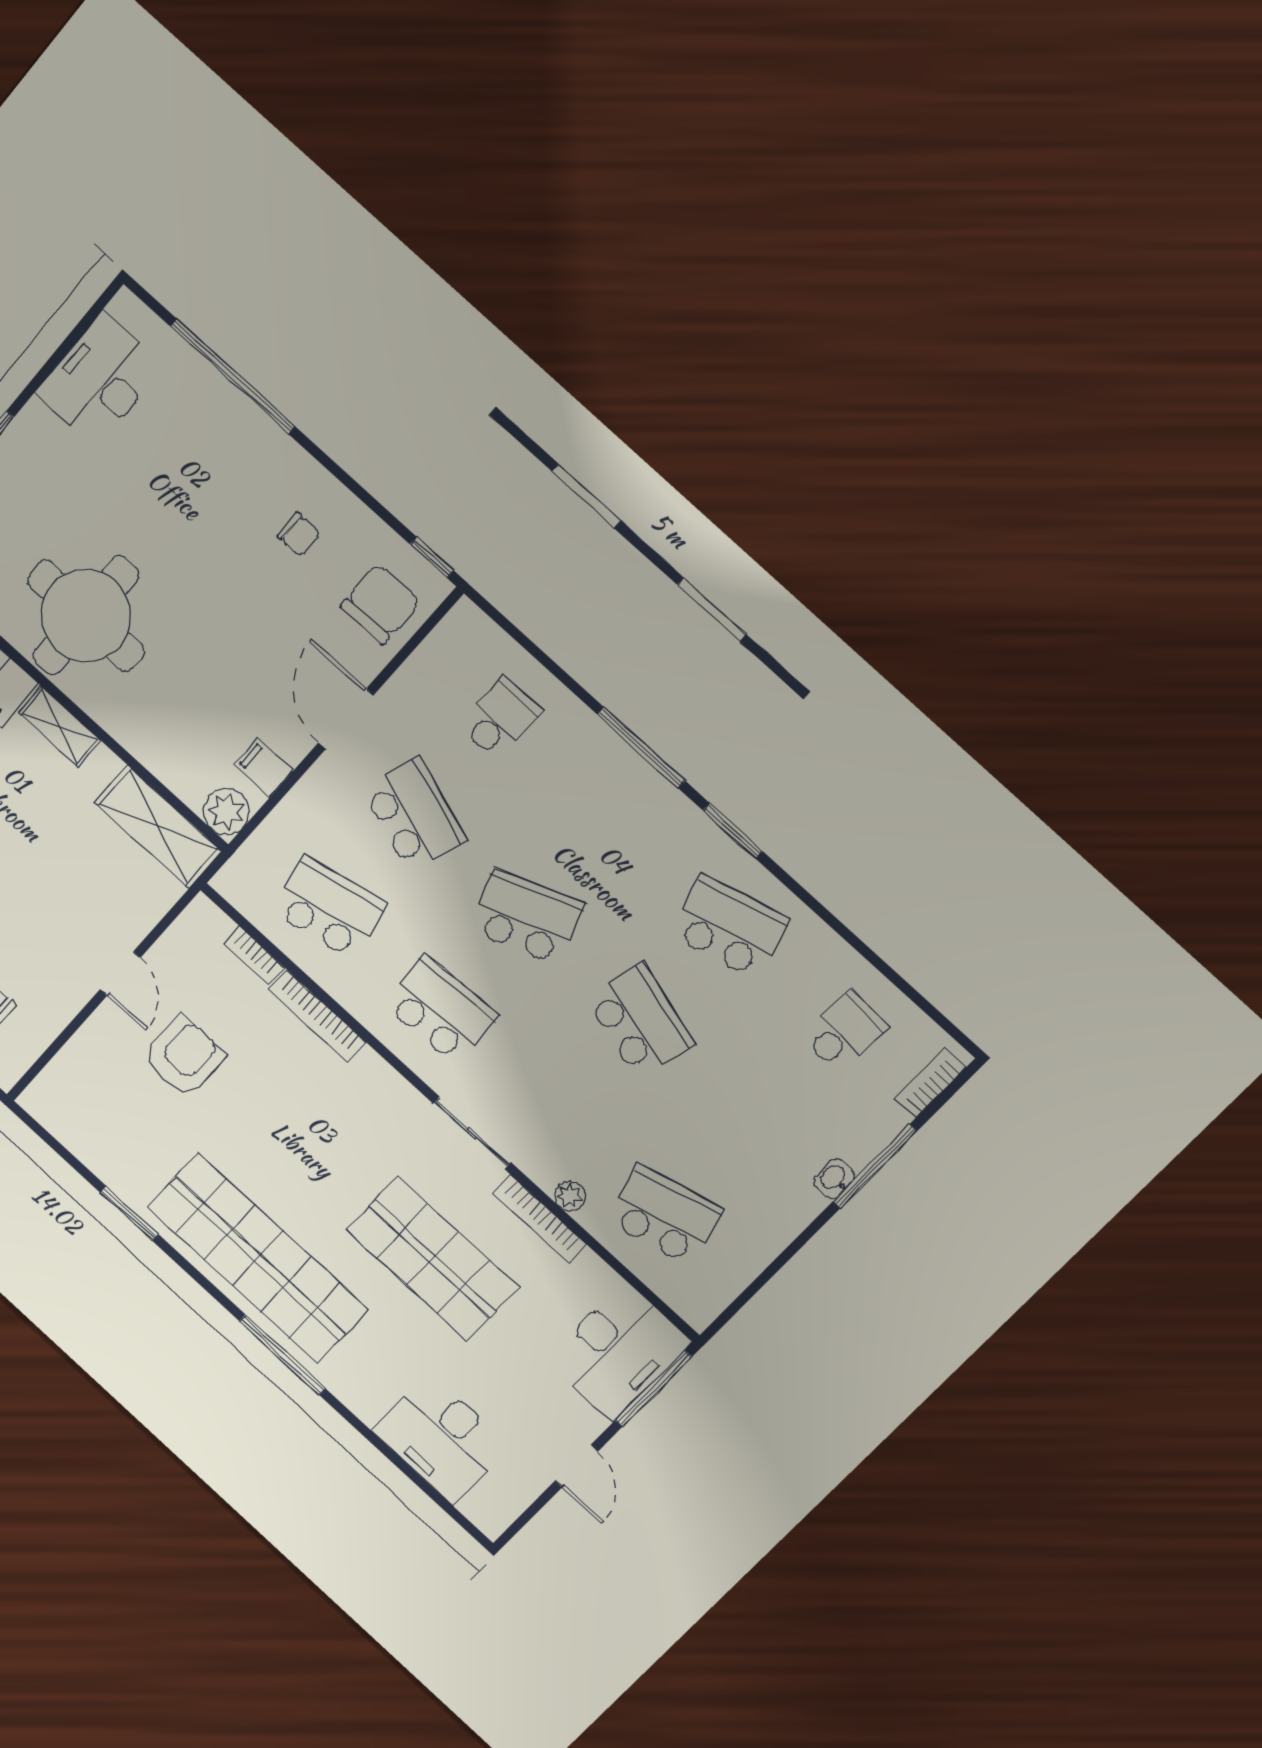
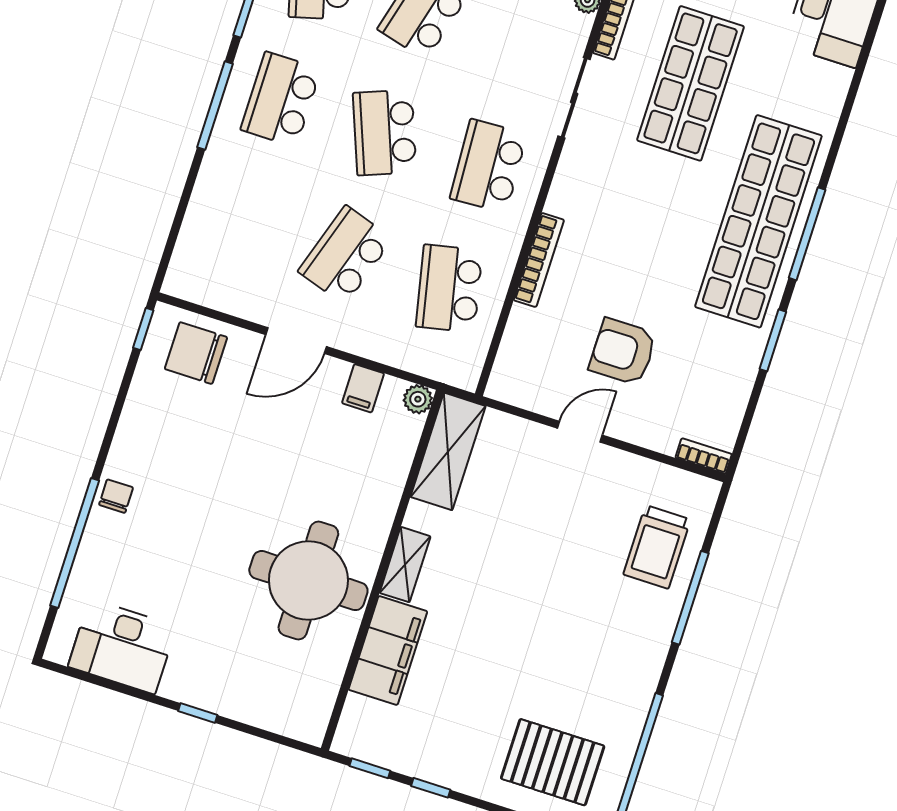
chair: (299, 534) -> (116, 496), moved
school desk: (500, 719) -> (281, 99), moved, width x1.85
plant: (226, 812) -> (418, 399), width x0.73, depth x0.73
bookcase: (254, 955) -> (704, 456), moved, turned -90
window: (282, 1355) -> (807, 234), moved

